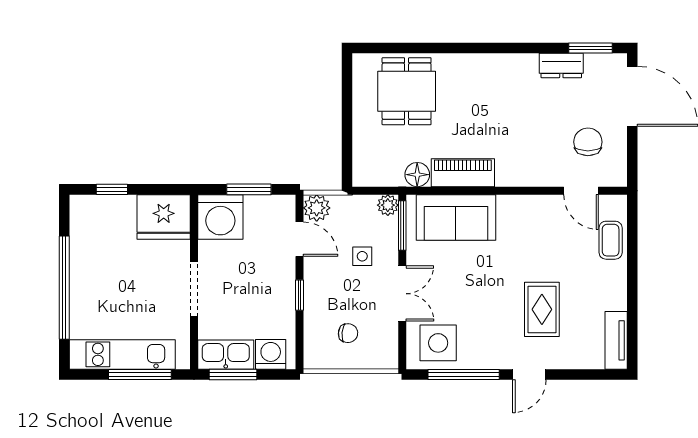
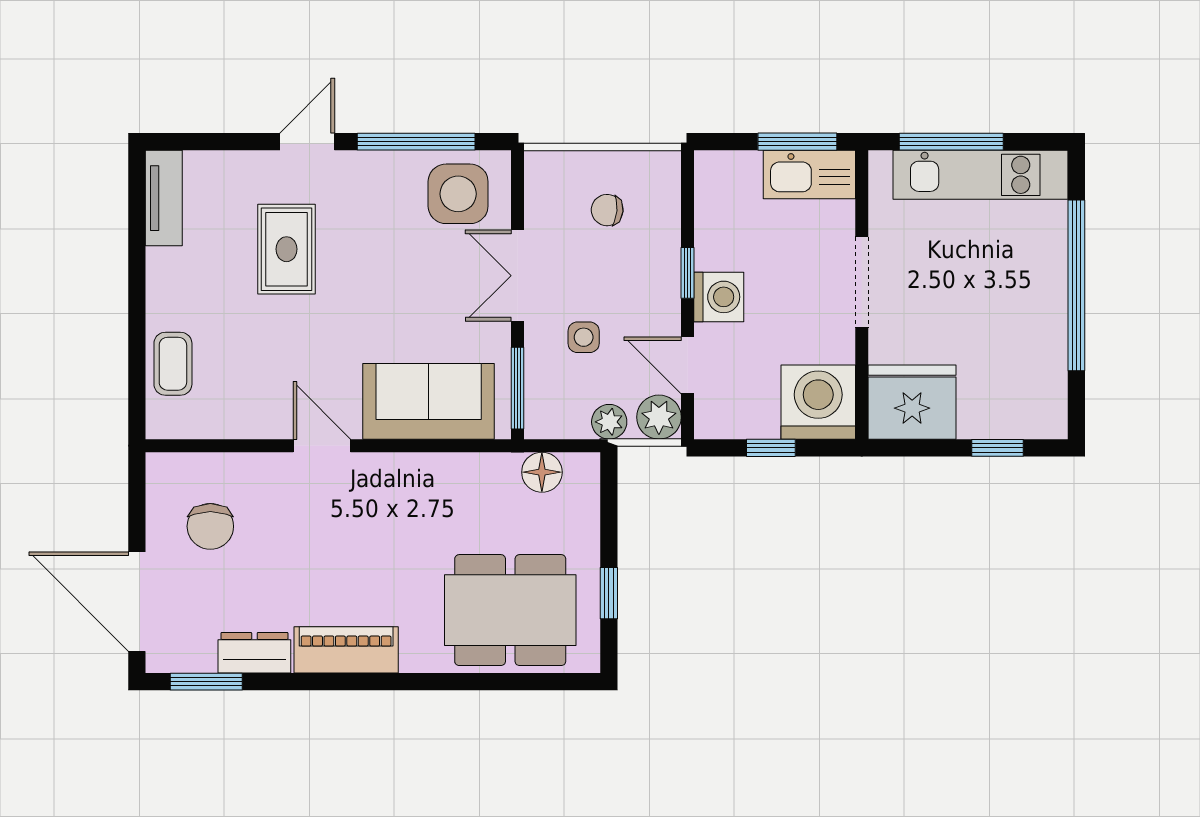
dining table: (407, 91) -> (510, 610), width x1.38
window: (347, 102) -> (609, 593), added
piano: (463, 173) -> (346, 650), moved, turned 180
floor lamp: (417, 175) -> (542, 472), moved
window: (249, 189) -> (771, 448), width x0.67
door: (581, 191) -> (322, 446), moved
plant: (388, 205) -> (609, 422), moved
washing machine: (271, 354) -> (719, 297), moved, turned -90

